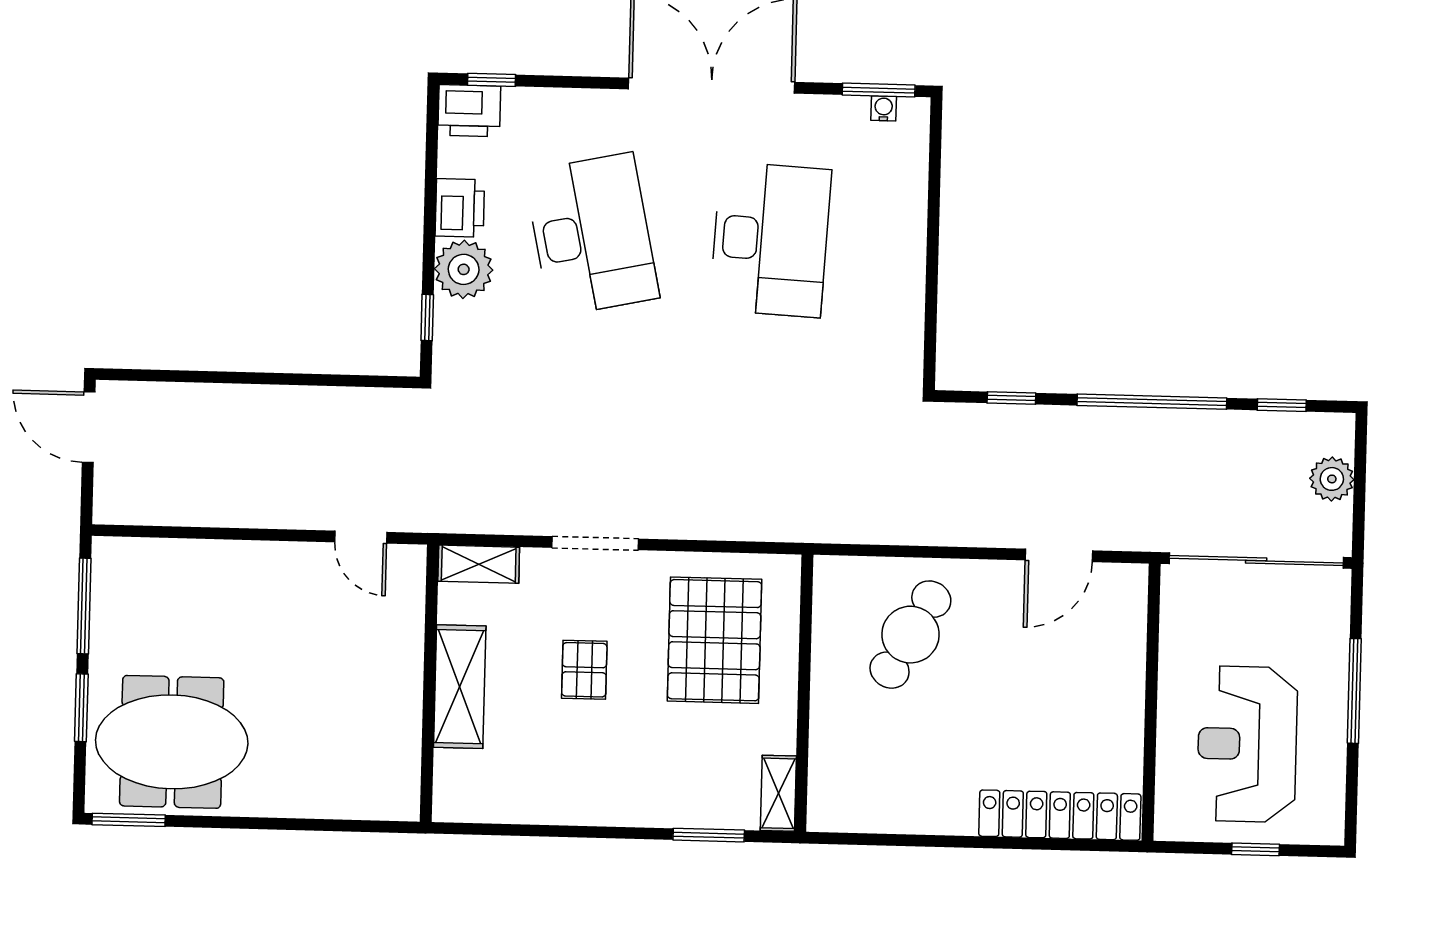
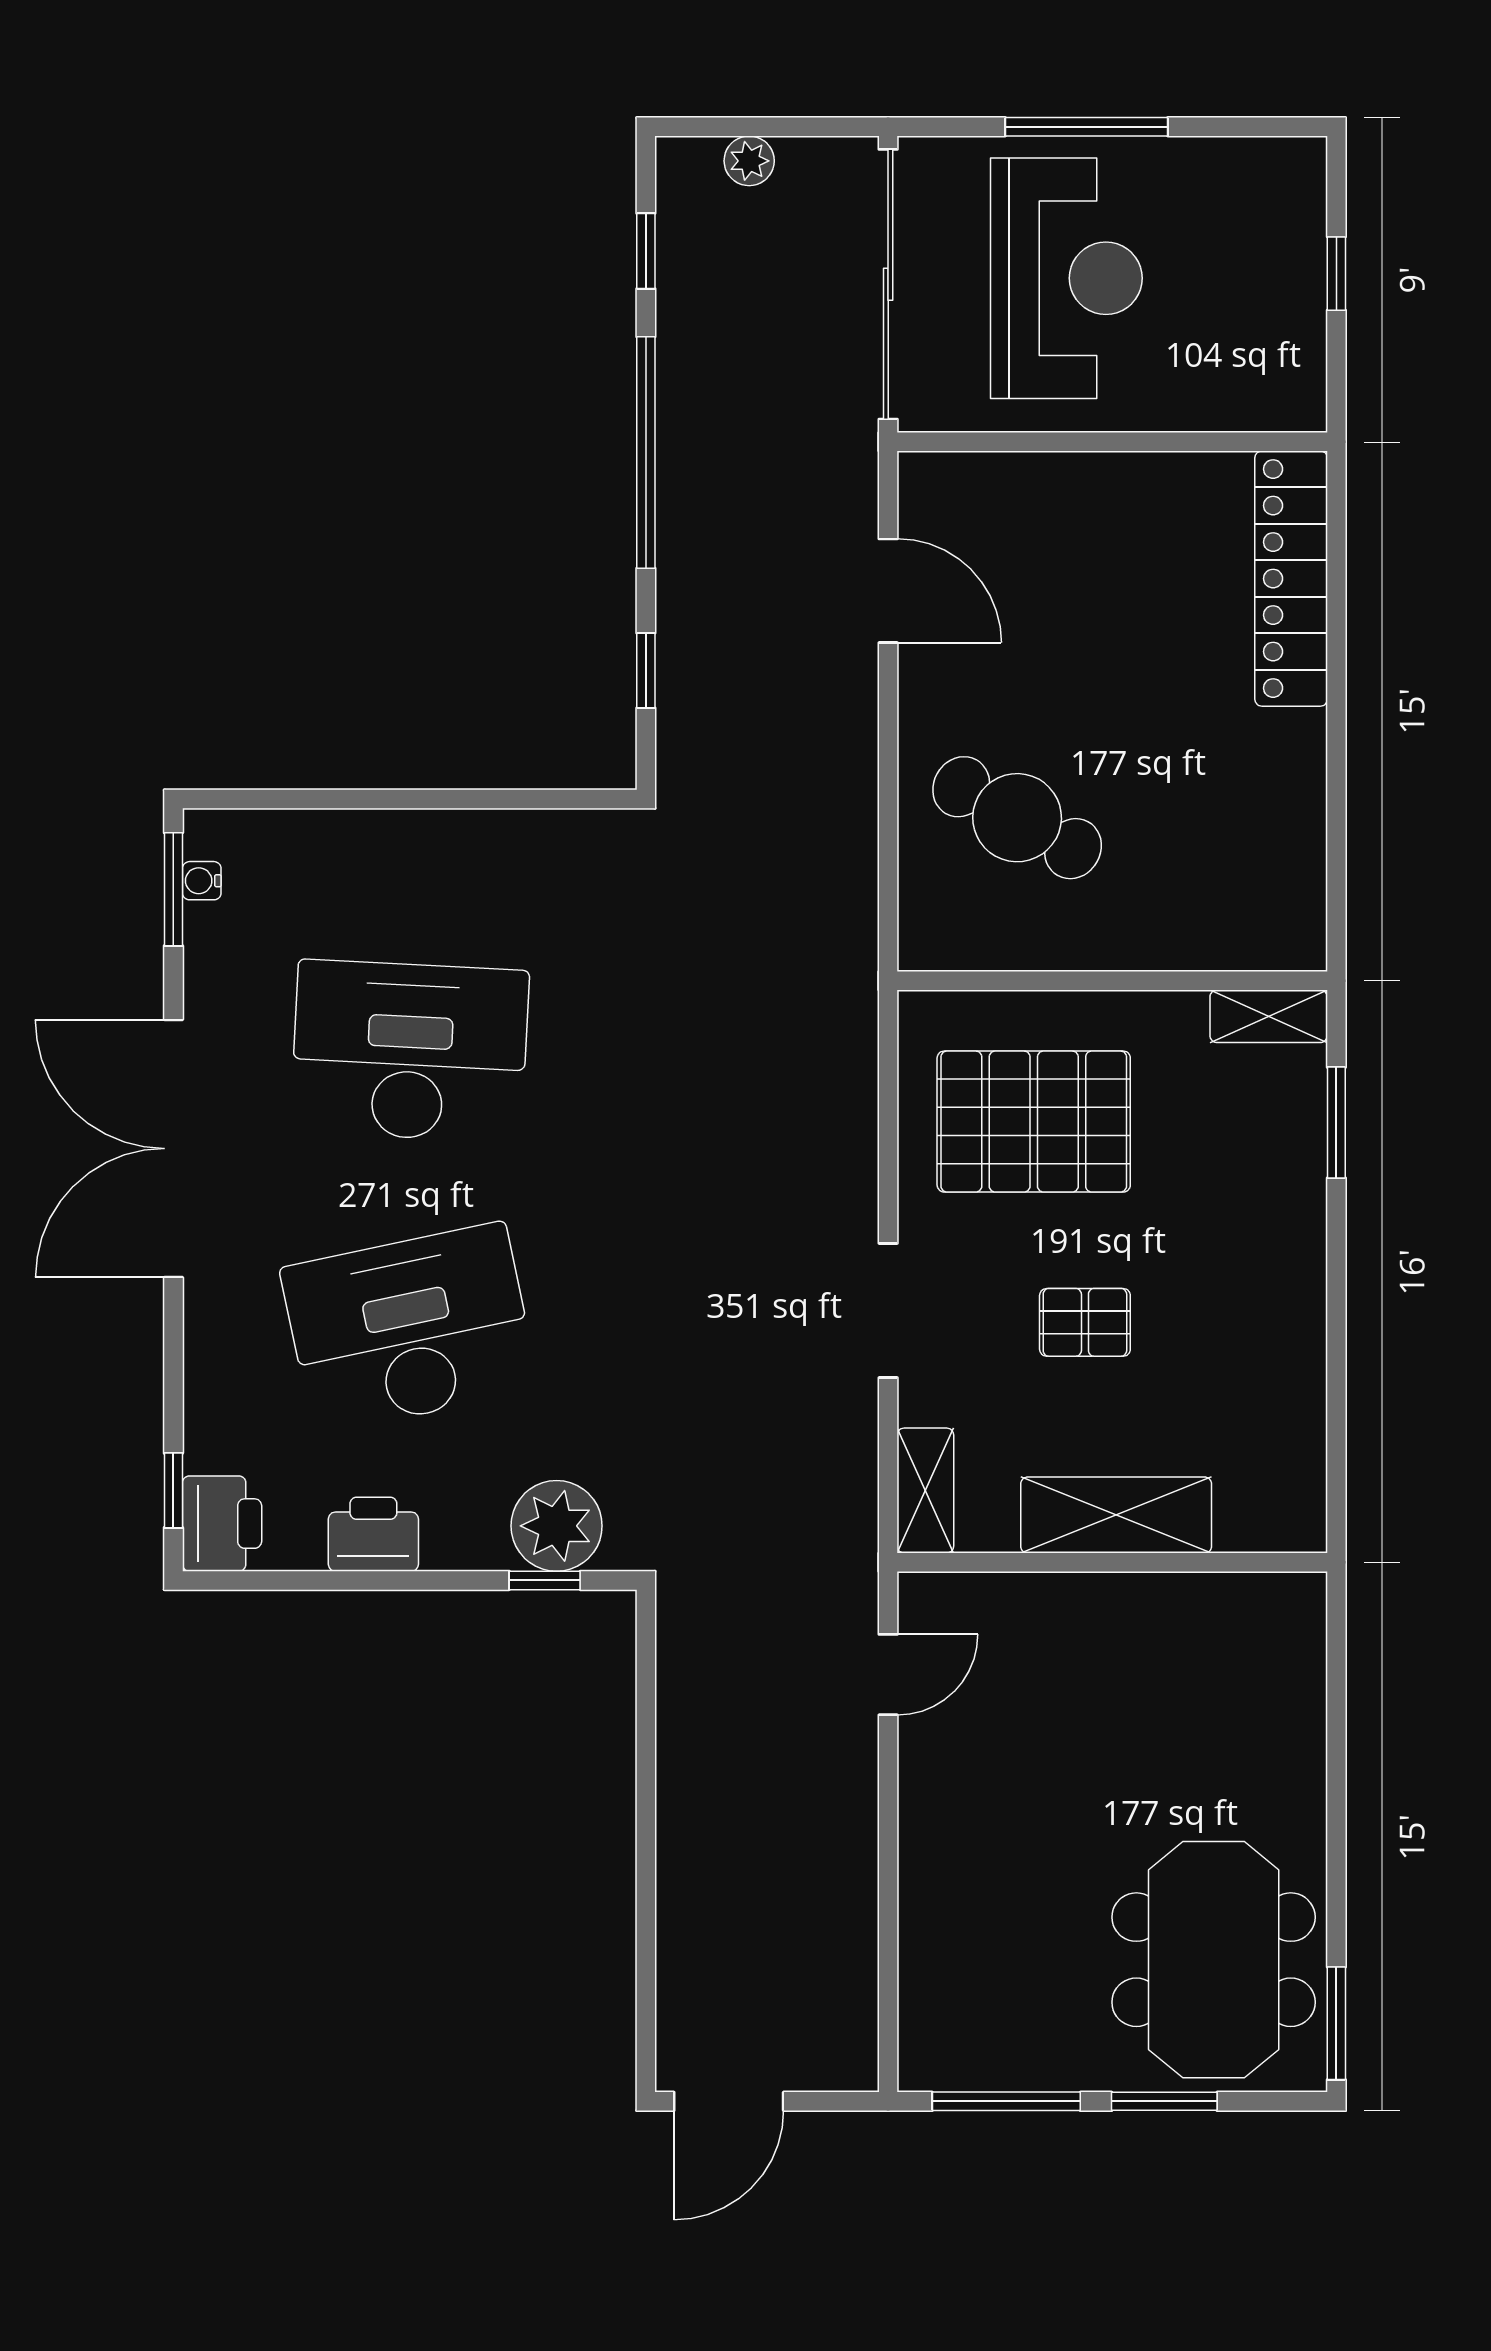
plant: (464, 269) -> (557, 1526), moved
plant: (1332, 479) -> (749, 161), width x0.73, depth x0.73
reception desk: (1247, 744) -> (1066, 278), moved, turned -90

